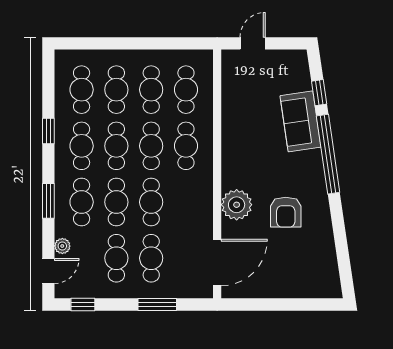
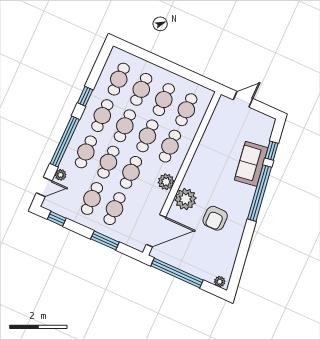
plant: (202, 194) -> (166, 182), added
window: (48, 201) -> (65, 141), width x2.11
plant: (328, 291) -> (220, 282), added
window: (268, 305) -> (177, 273), added

